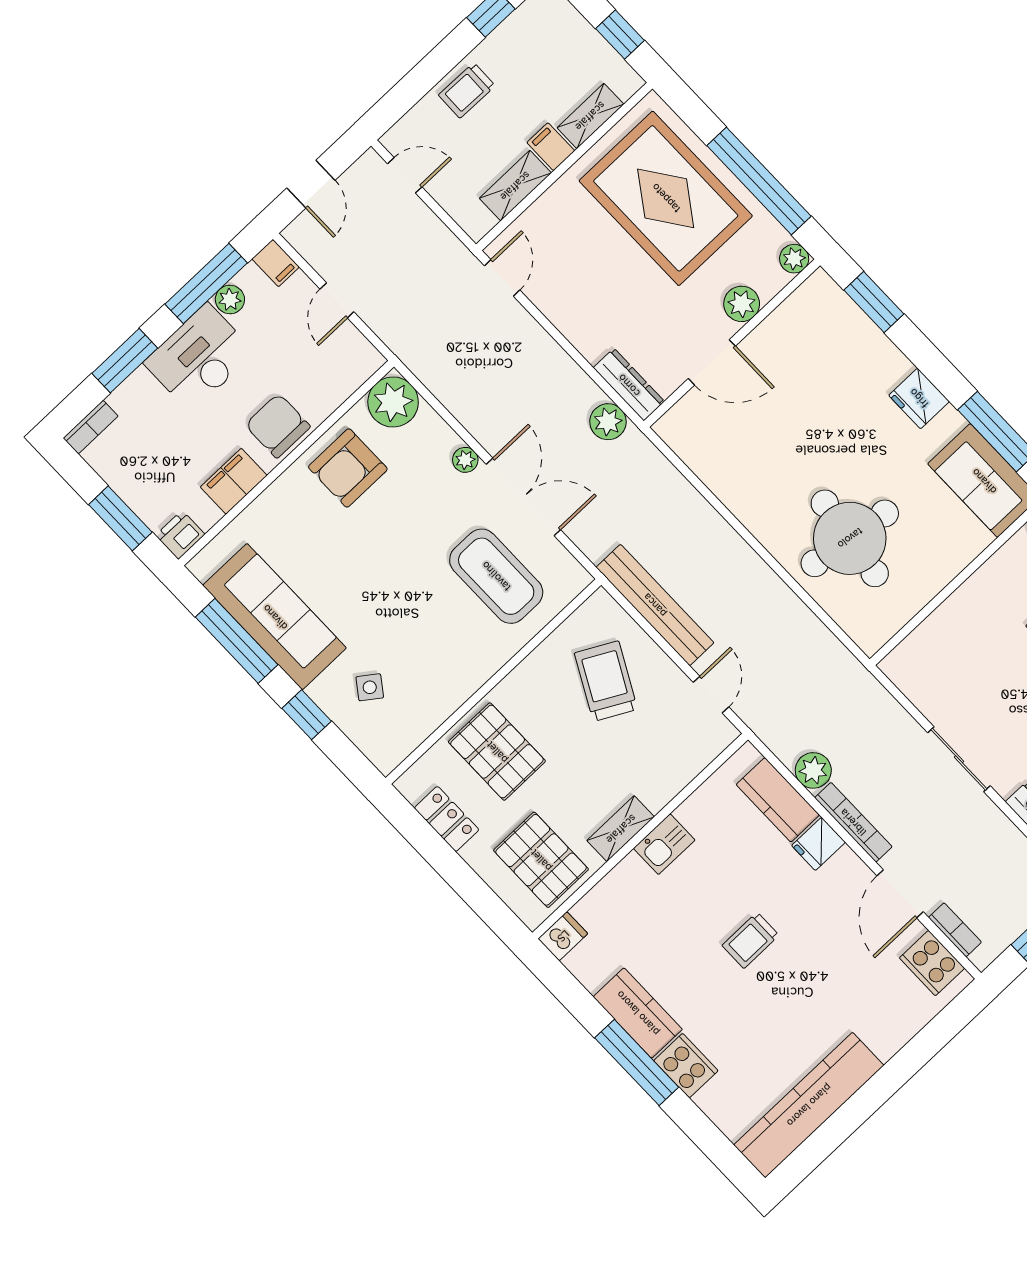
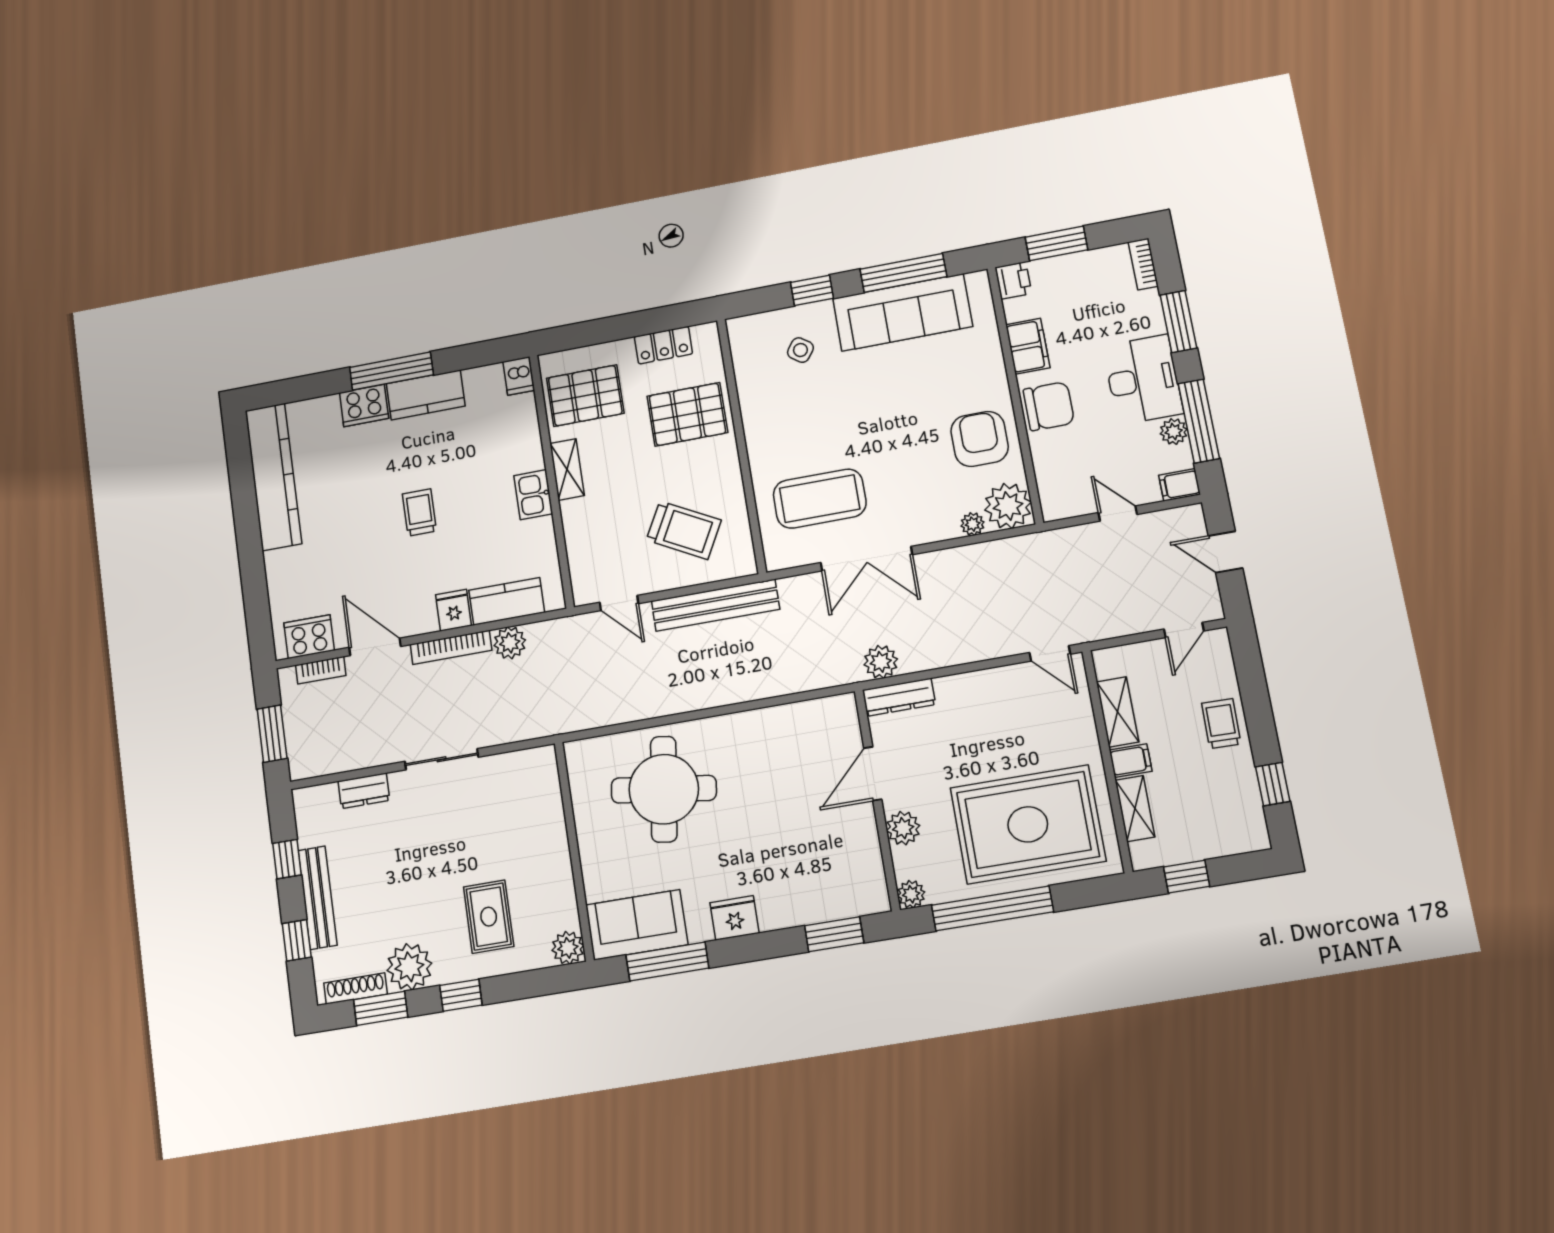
plant: (465, 460) -> (973, 524), moved

